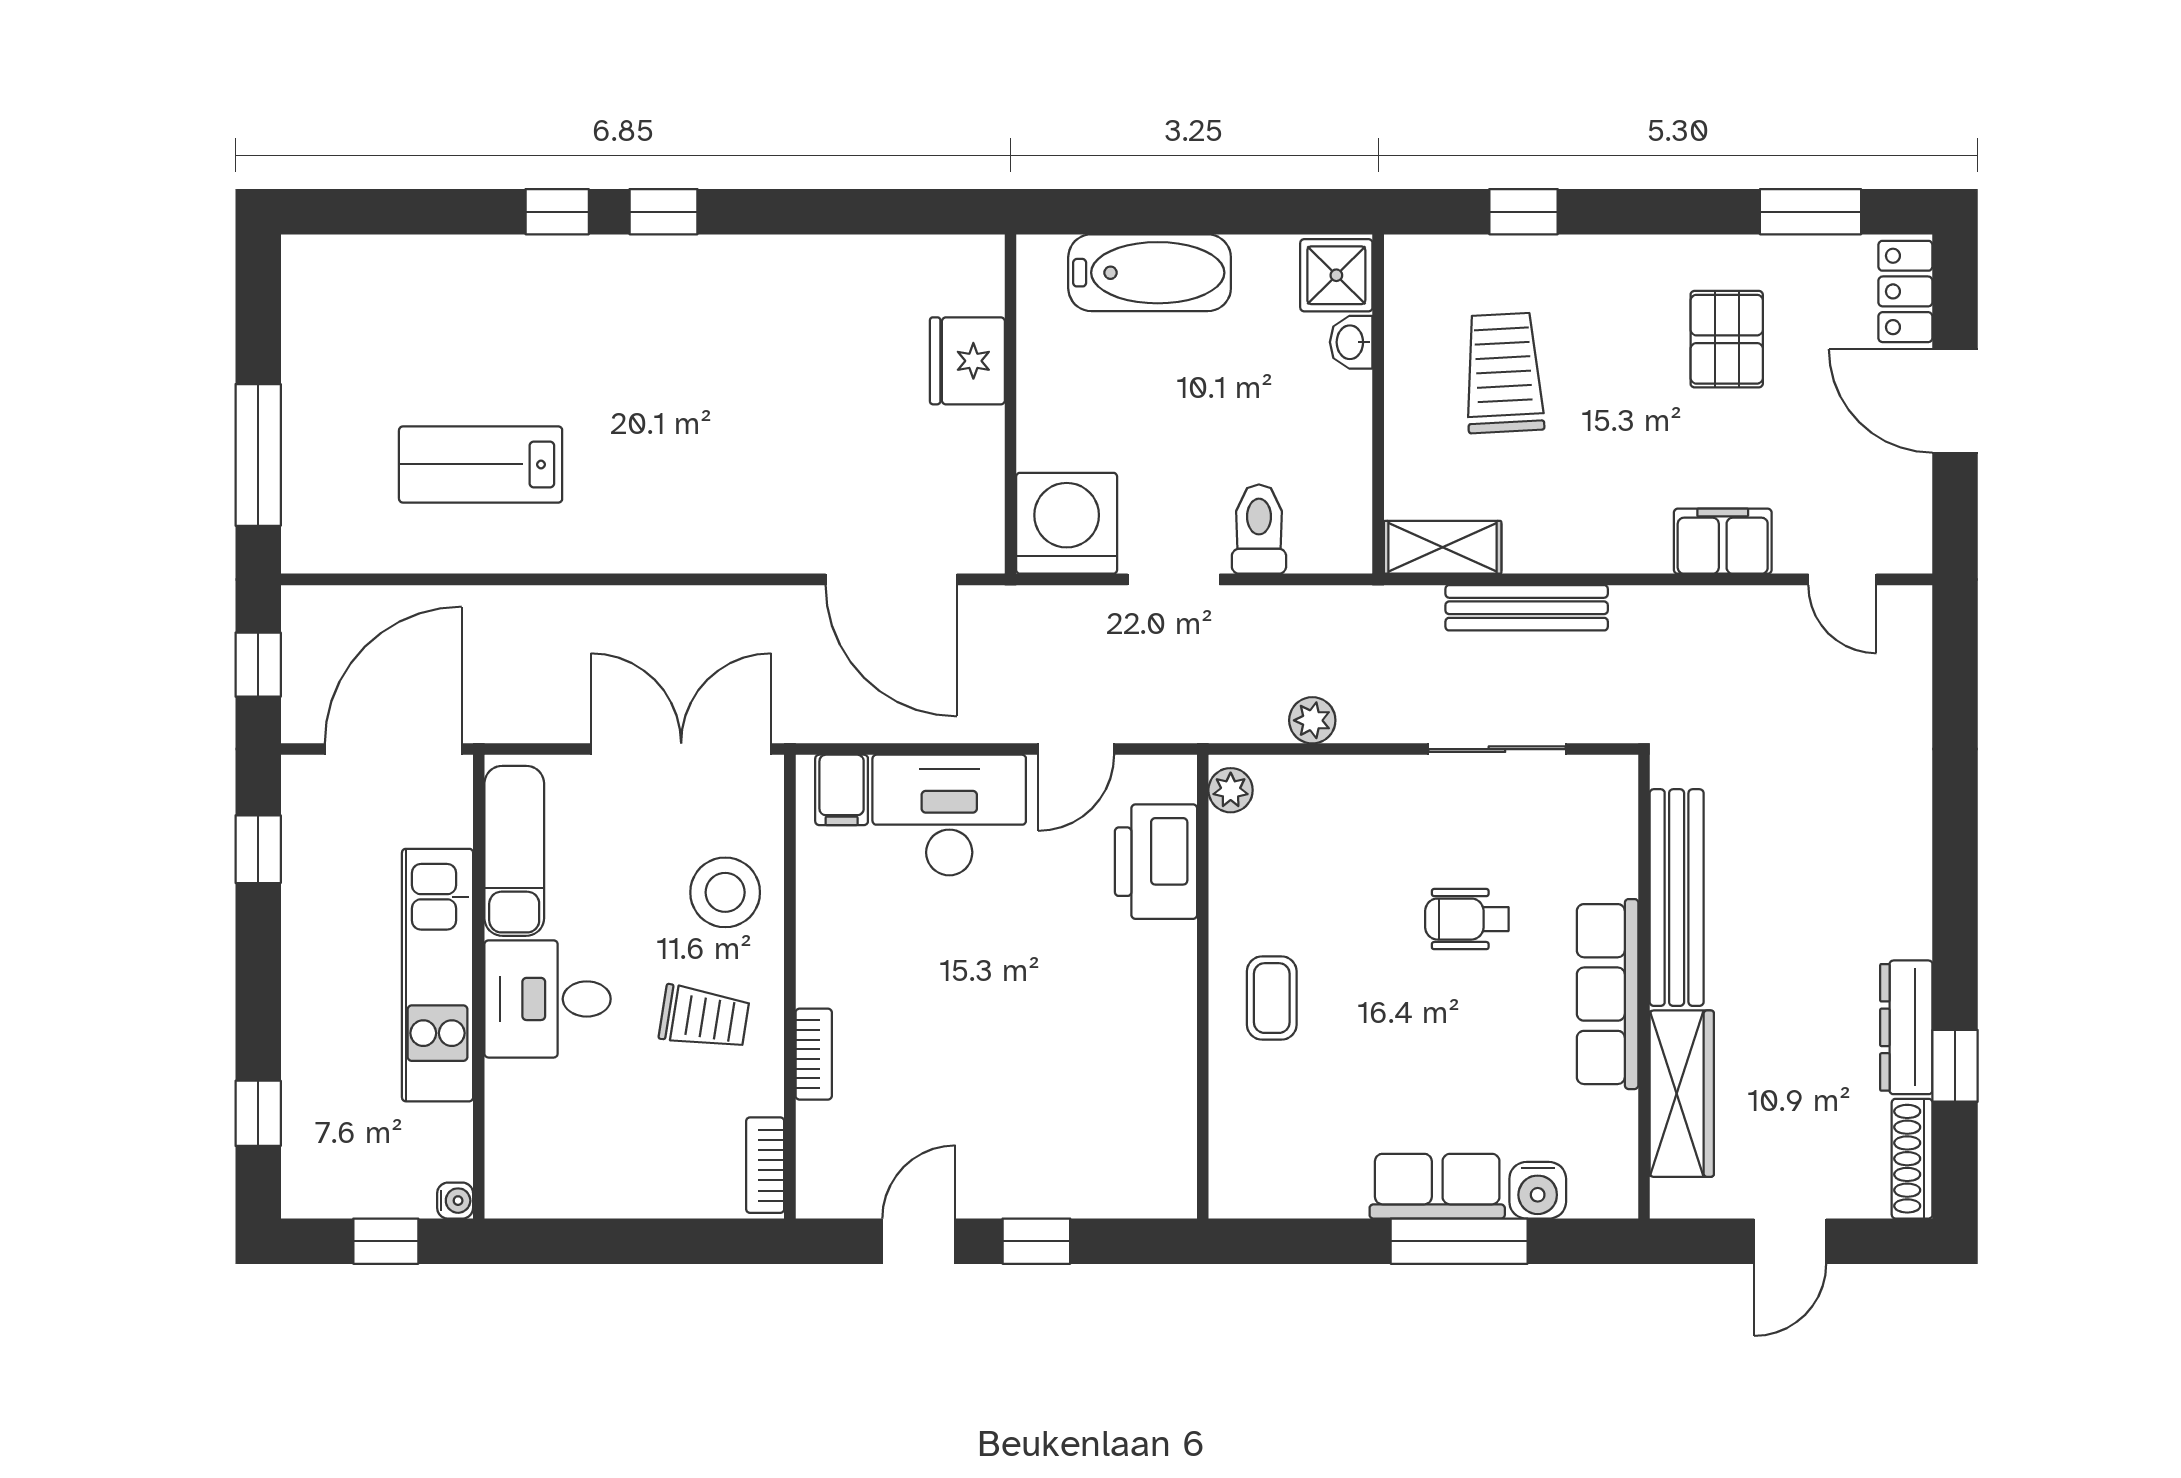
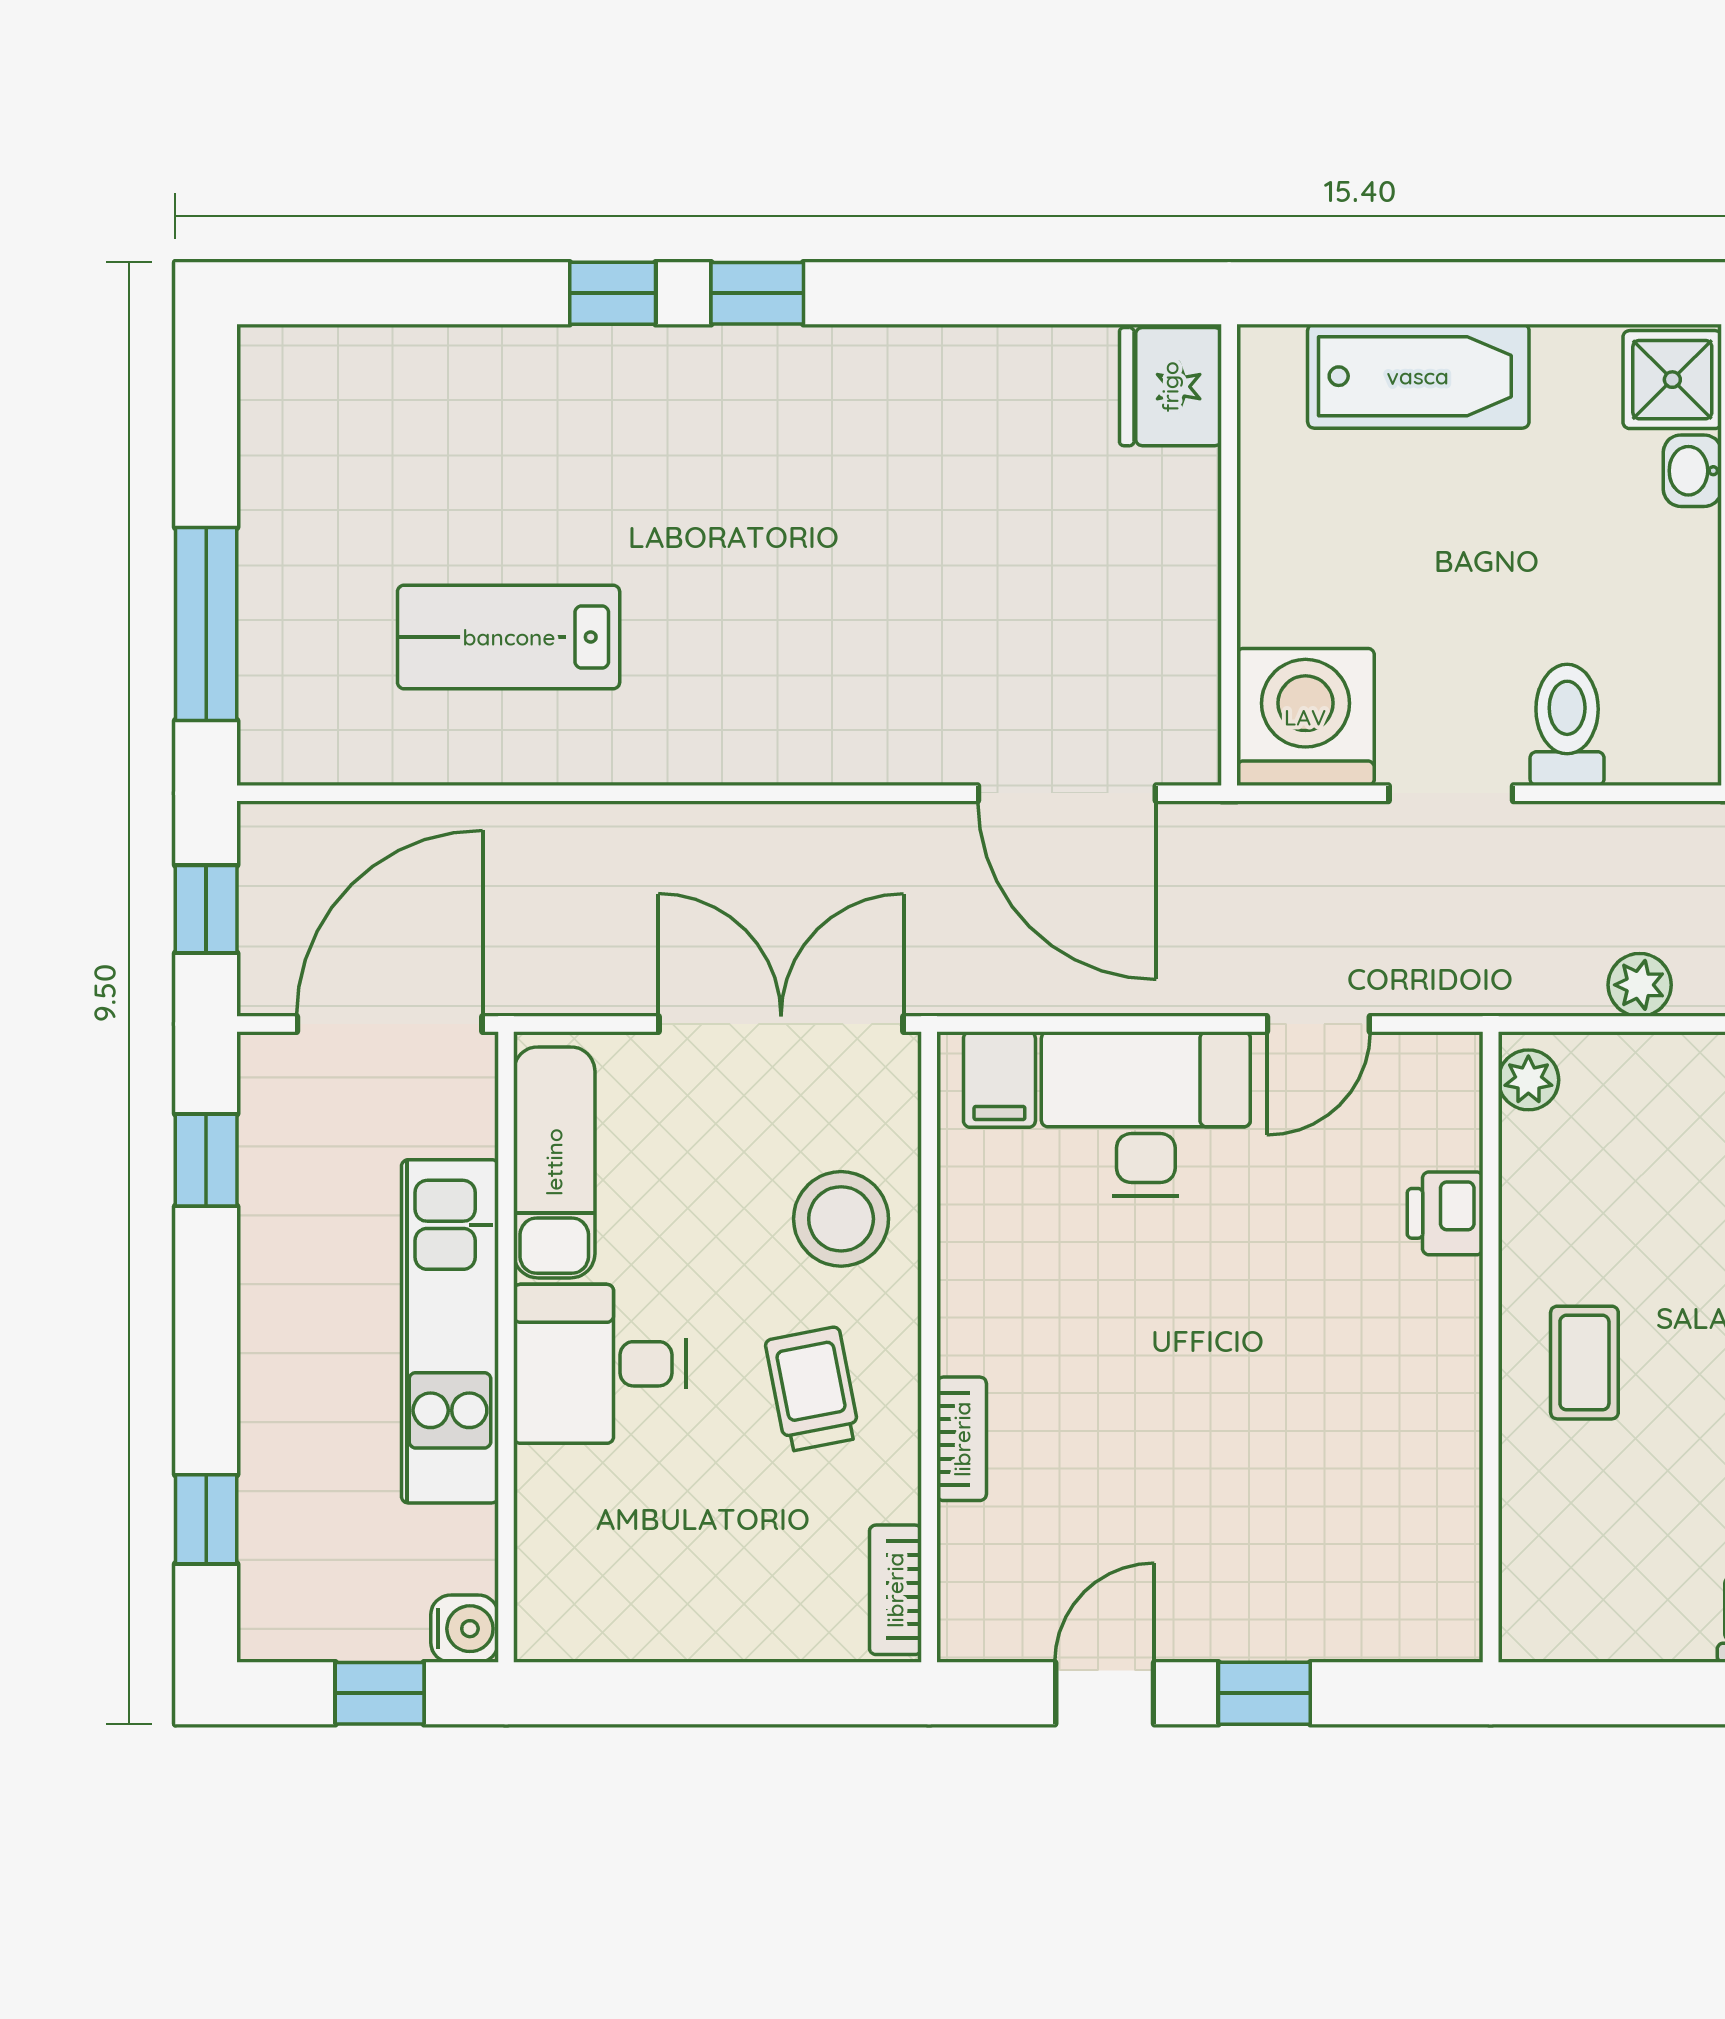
fridge: (967, 361) -> (1170, 387), moved
printer: (1156, 862) -> (1445, 1213), width x0.53, depth x0.68
trolley: (704, 1018) -> (813, 1389), turned -110
water cooler: (455, 1201) -> (465, 1629), width x1.38, depth x1.38

